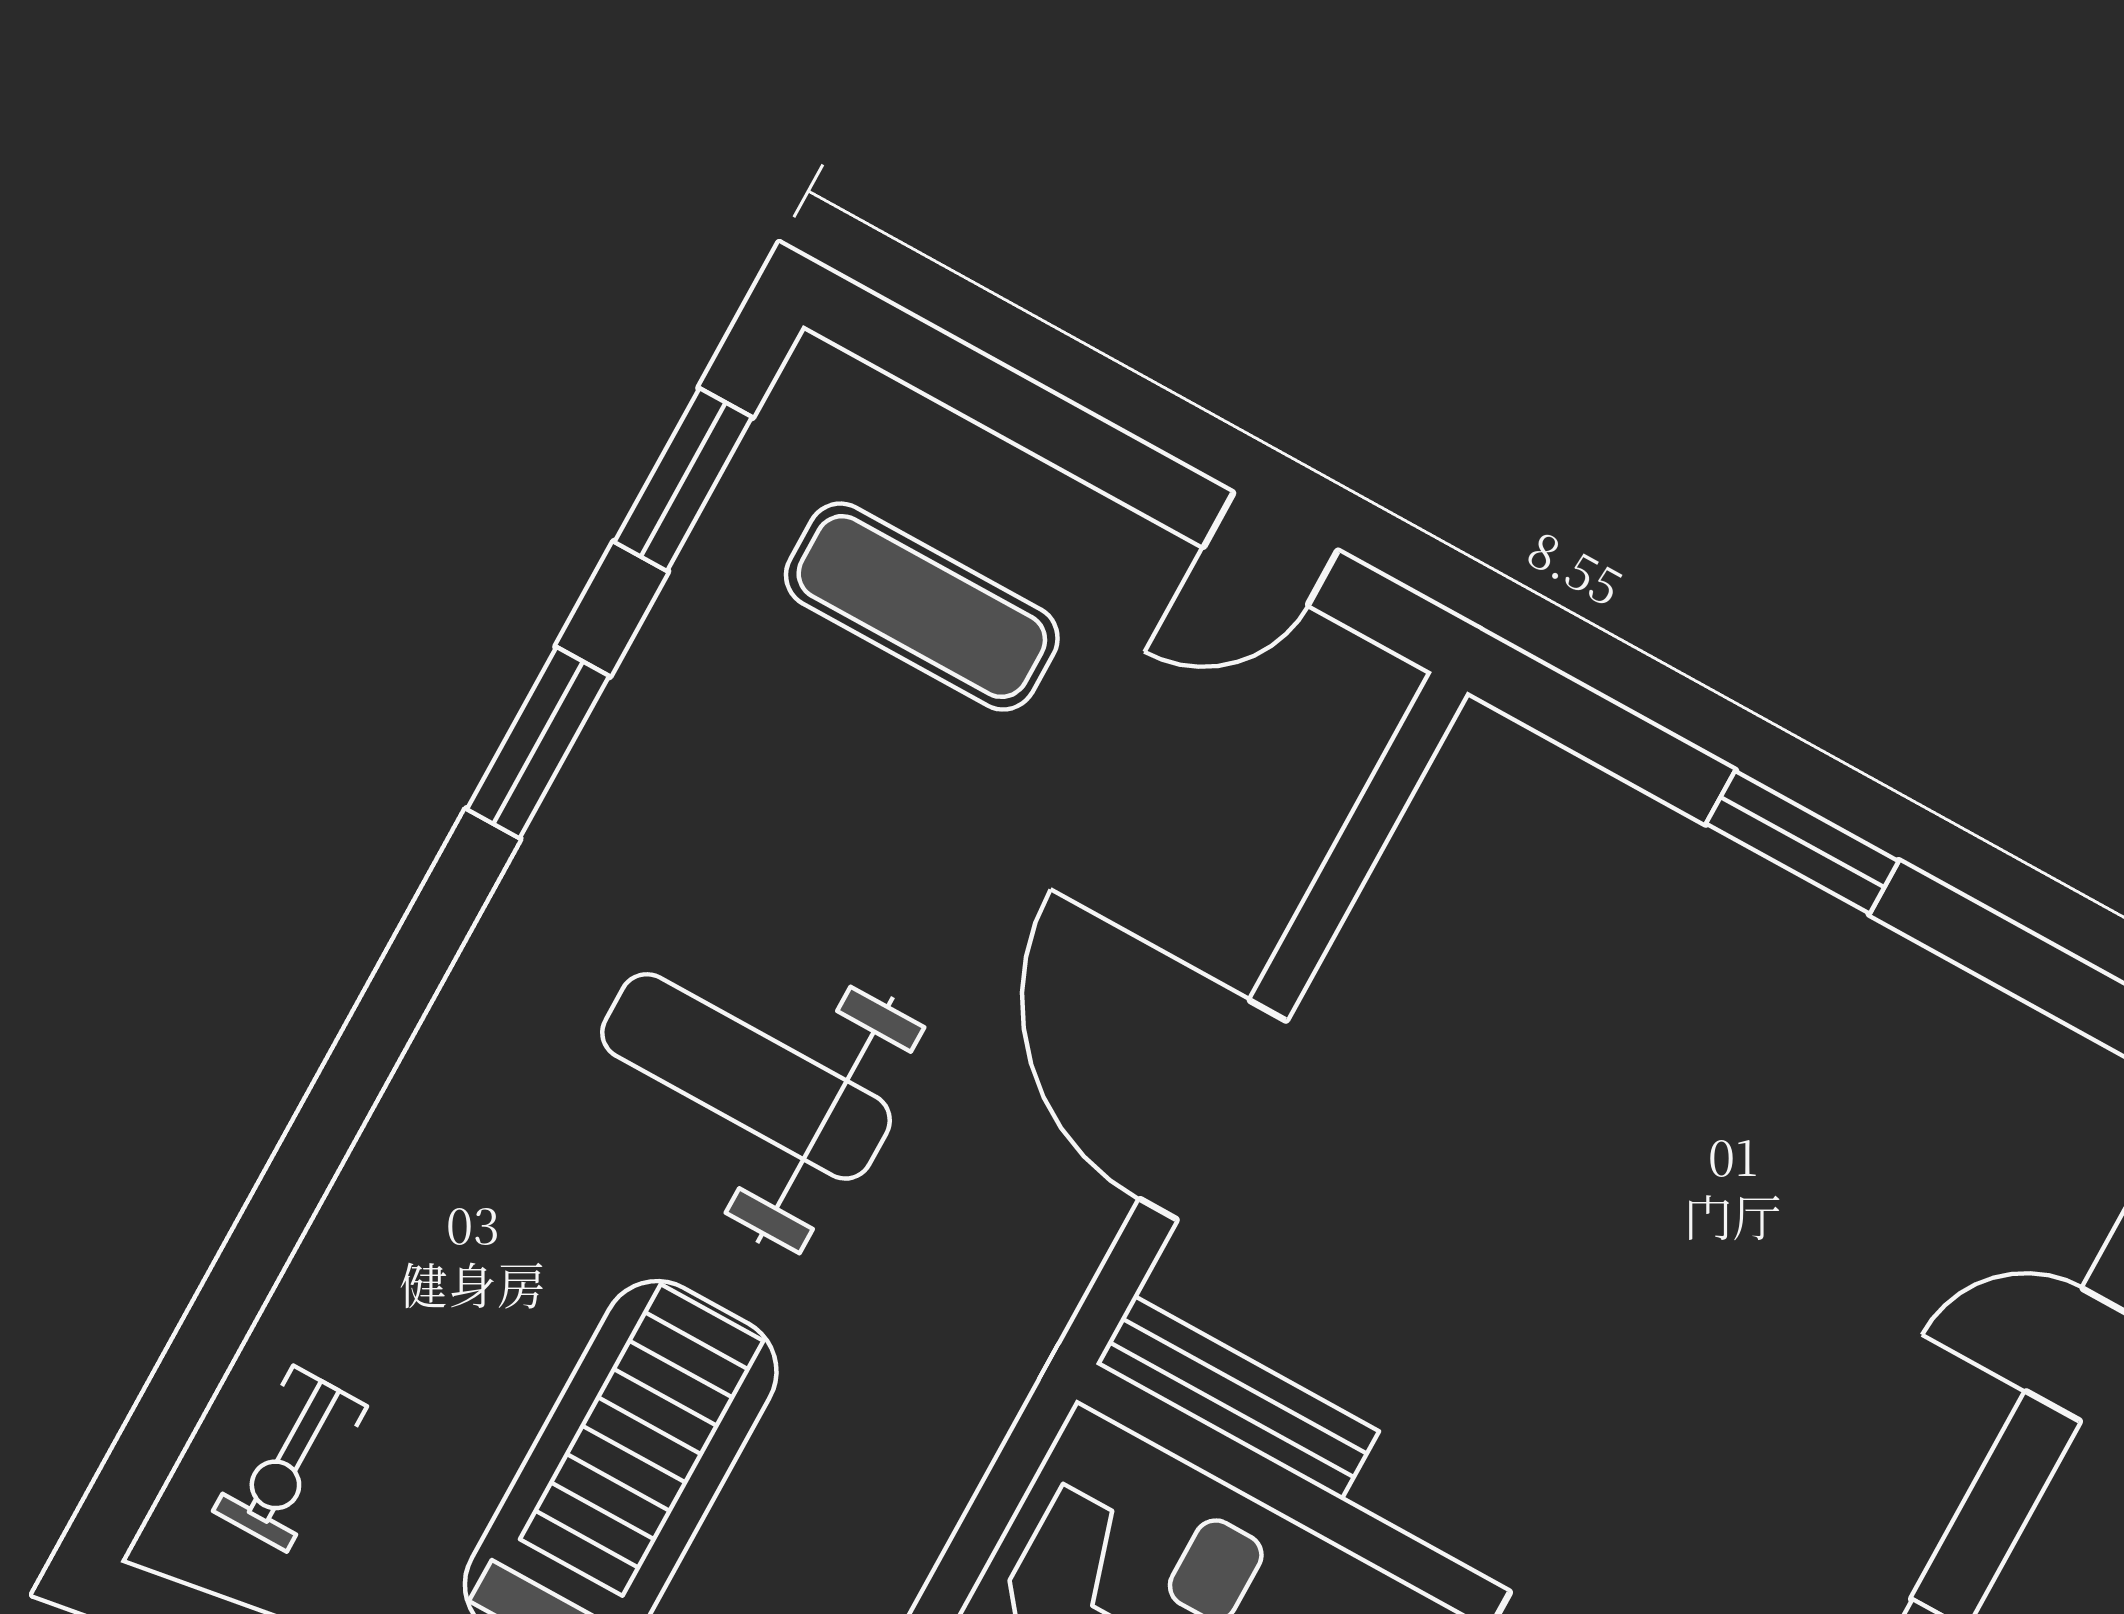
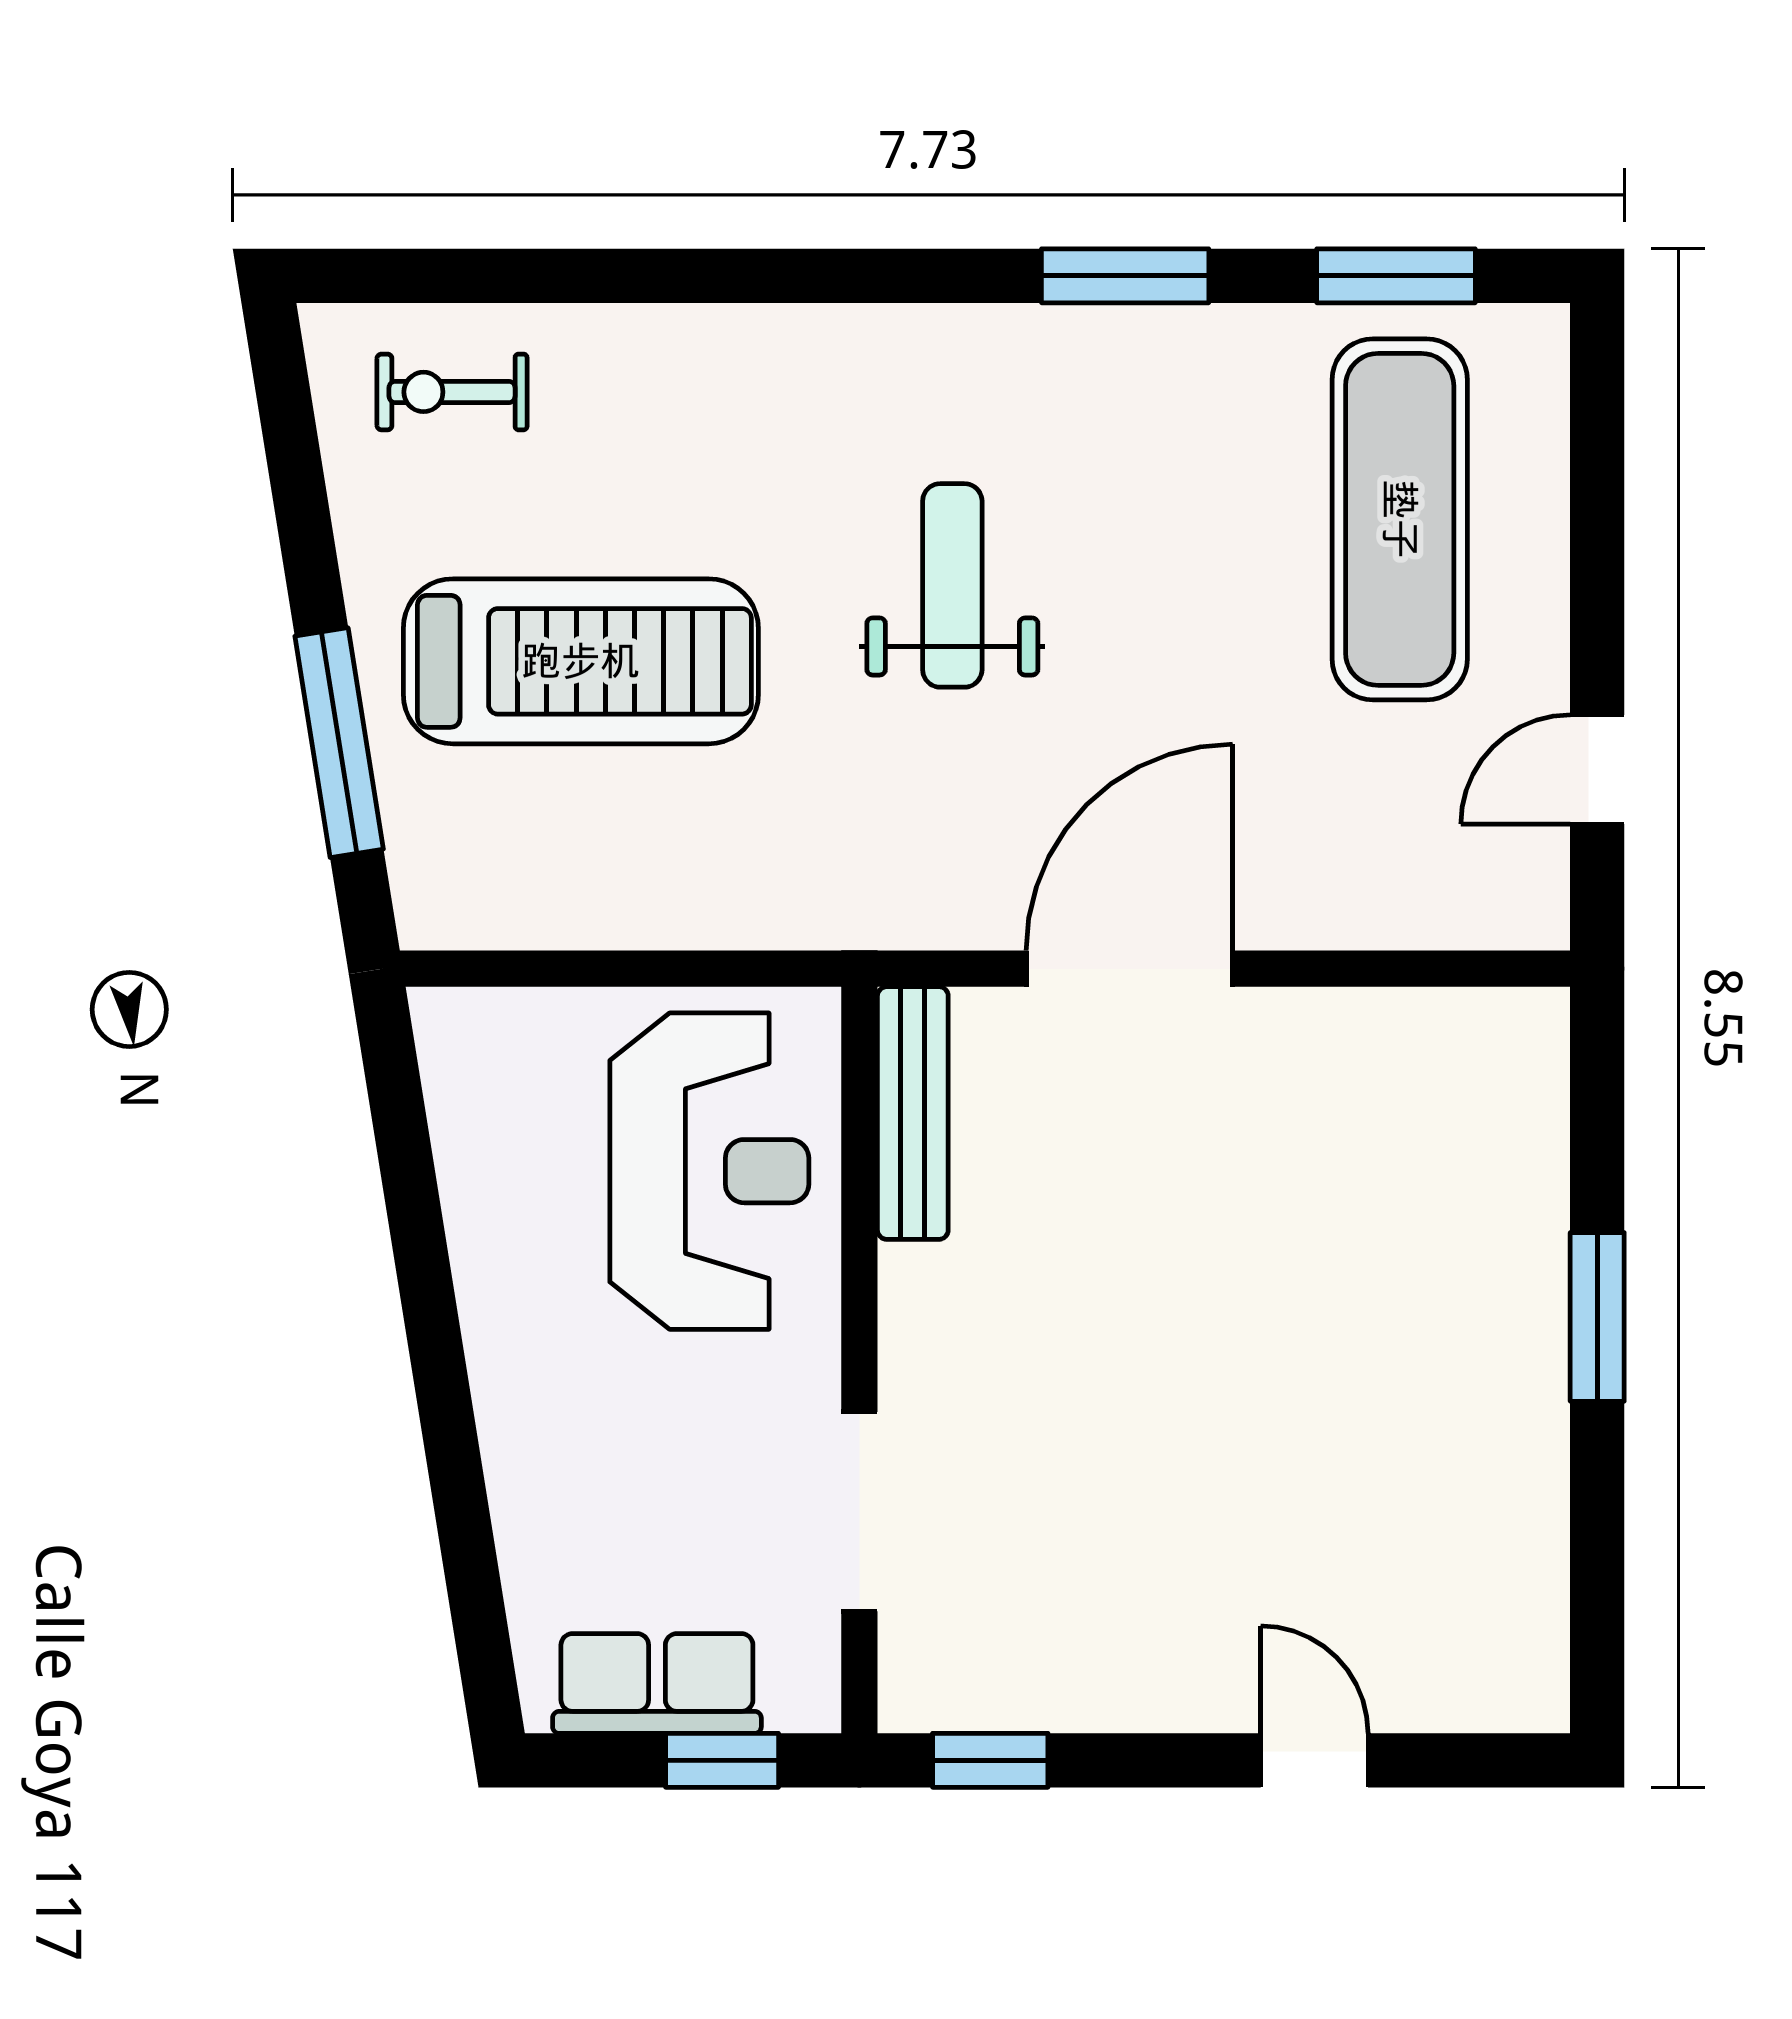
door: (1271, 549) -> (1597, 769), hinge flipped
exercise mat: (922, 607) -> (1400, 519), width x1.36, depth x1.45
weight bench: (746, 1076) -> (952, 585), width x0.73, depth x0.75

